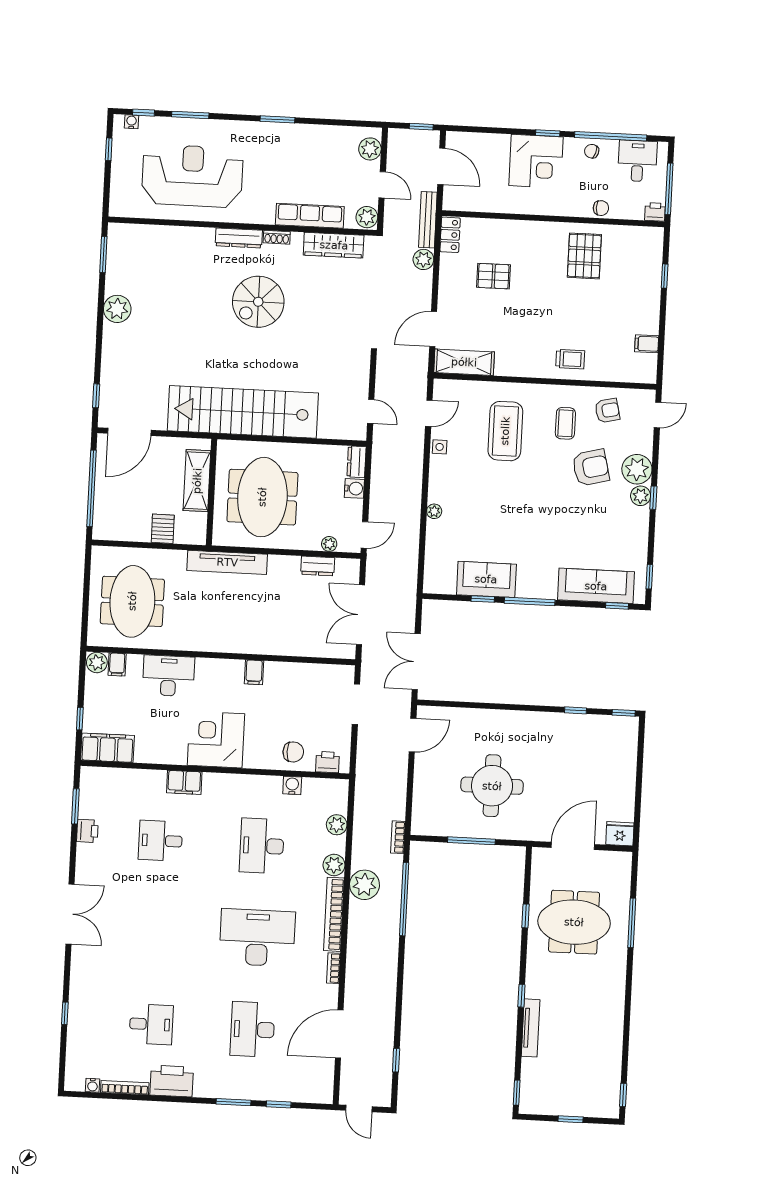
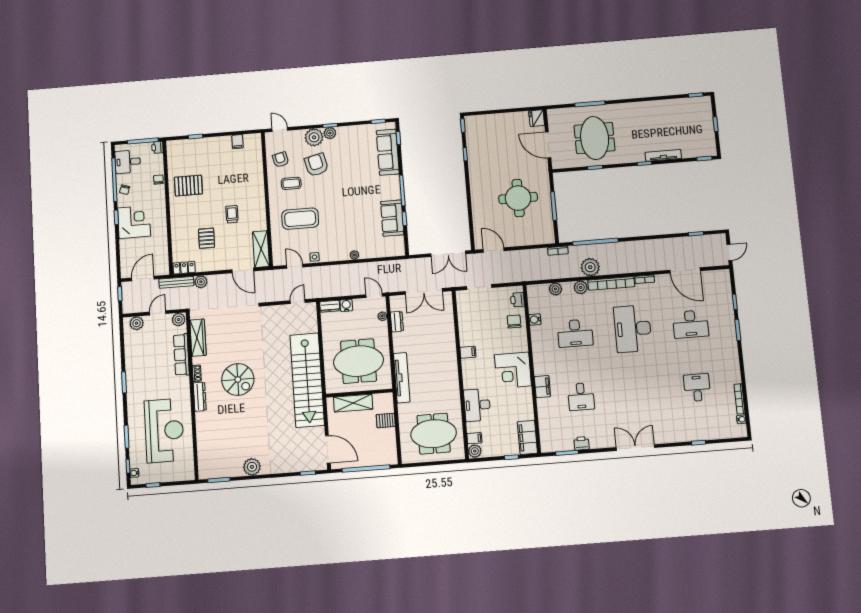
reception desk: (192, 176) -> (164, 431), turned 180
trolley: (570, 359) -> (232, 214), moved
printer: (172, 1081) -> (731, 370), removed

